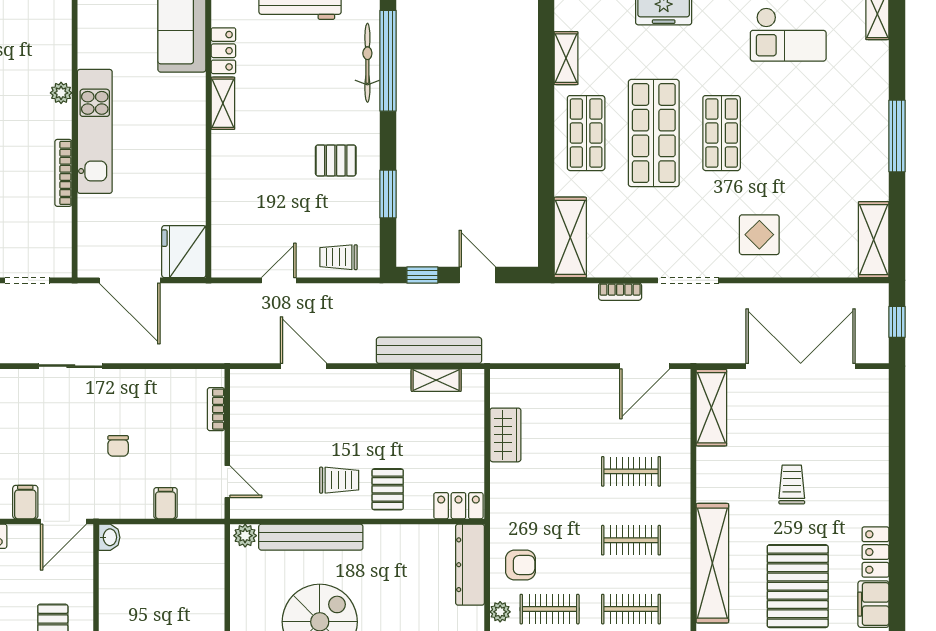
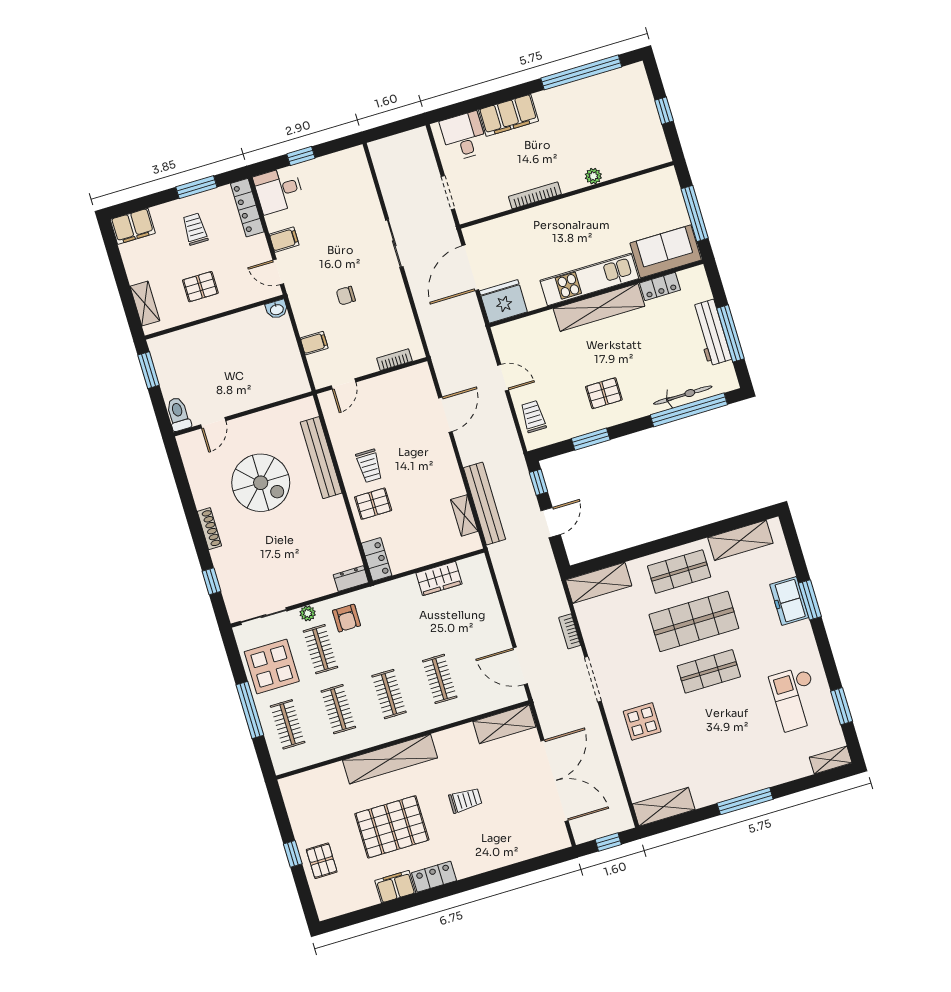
shelving: (566, 58) -> (740, 540), width x1.50, depth x1.33
shelving: (223, 103) -> (599, 307), width x2.20, depth x1.33
kitchen unit: (95, 131) -> (589, 279), moved, turned 180
pallet: (336, 160) -> (604, 393), turned 90
door: (63, 521) -> (278, 272), width x0.73
plant: (245, 536) -> (308, 409), removed
dresser: (470, 565) -> (351, 579), width x0.51, depth x0.80

